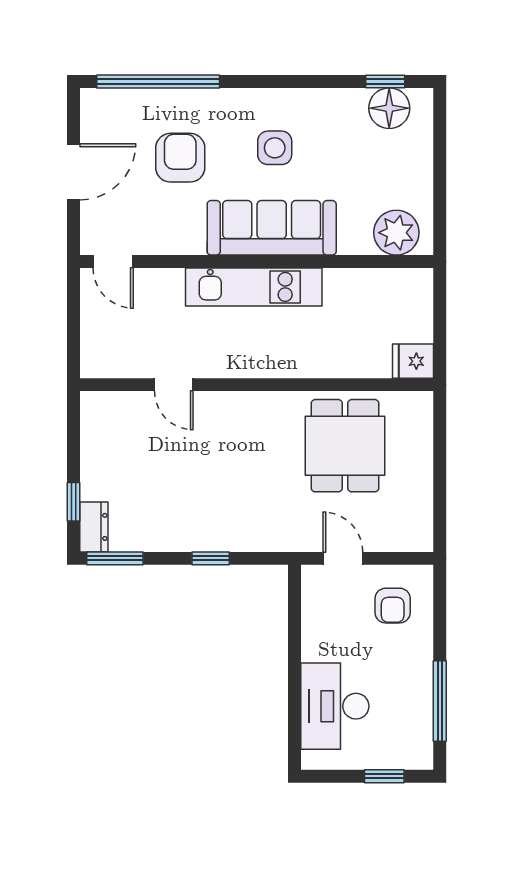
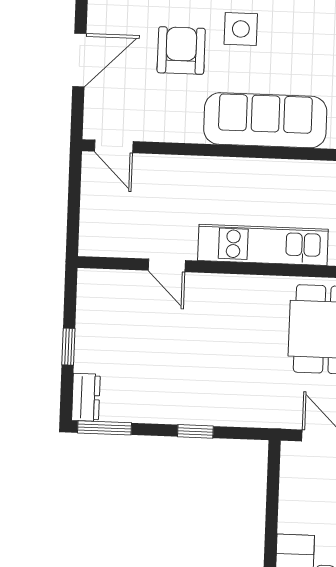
side table: (275, 148) -> (241, 29), moved
kitchen unit: (254, 287) -> (263, 245), moved, turned 180
window: (73, 502) -> (68, 347), moved

